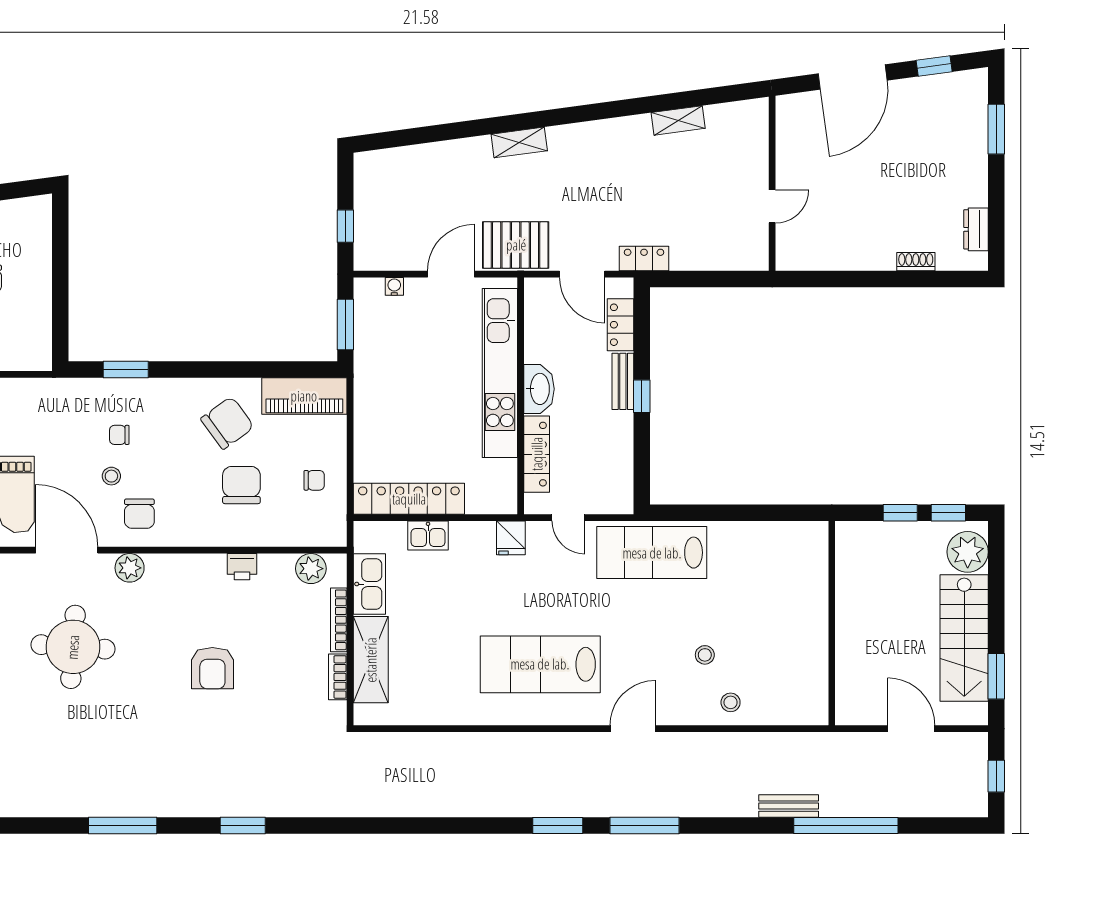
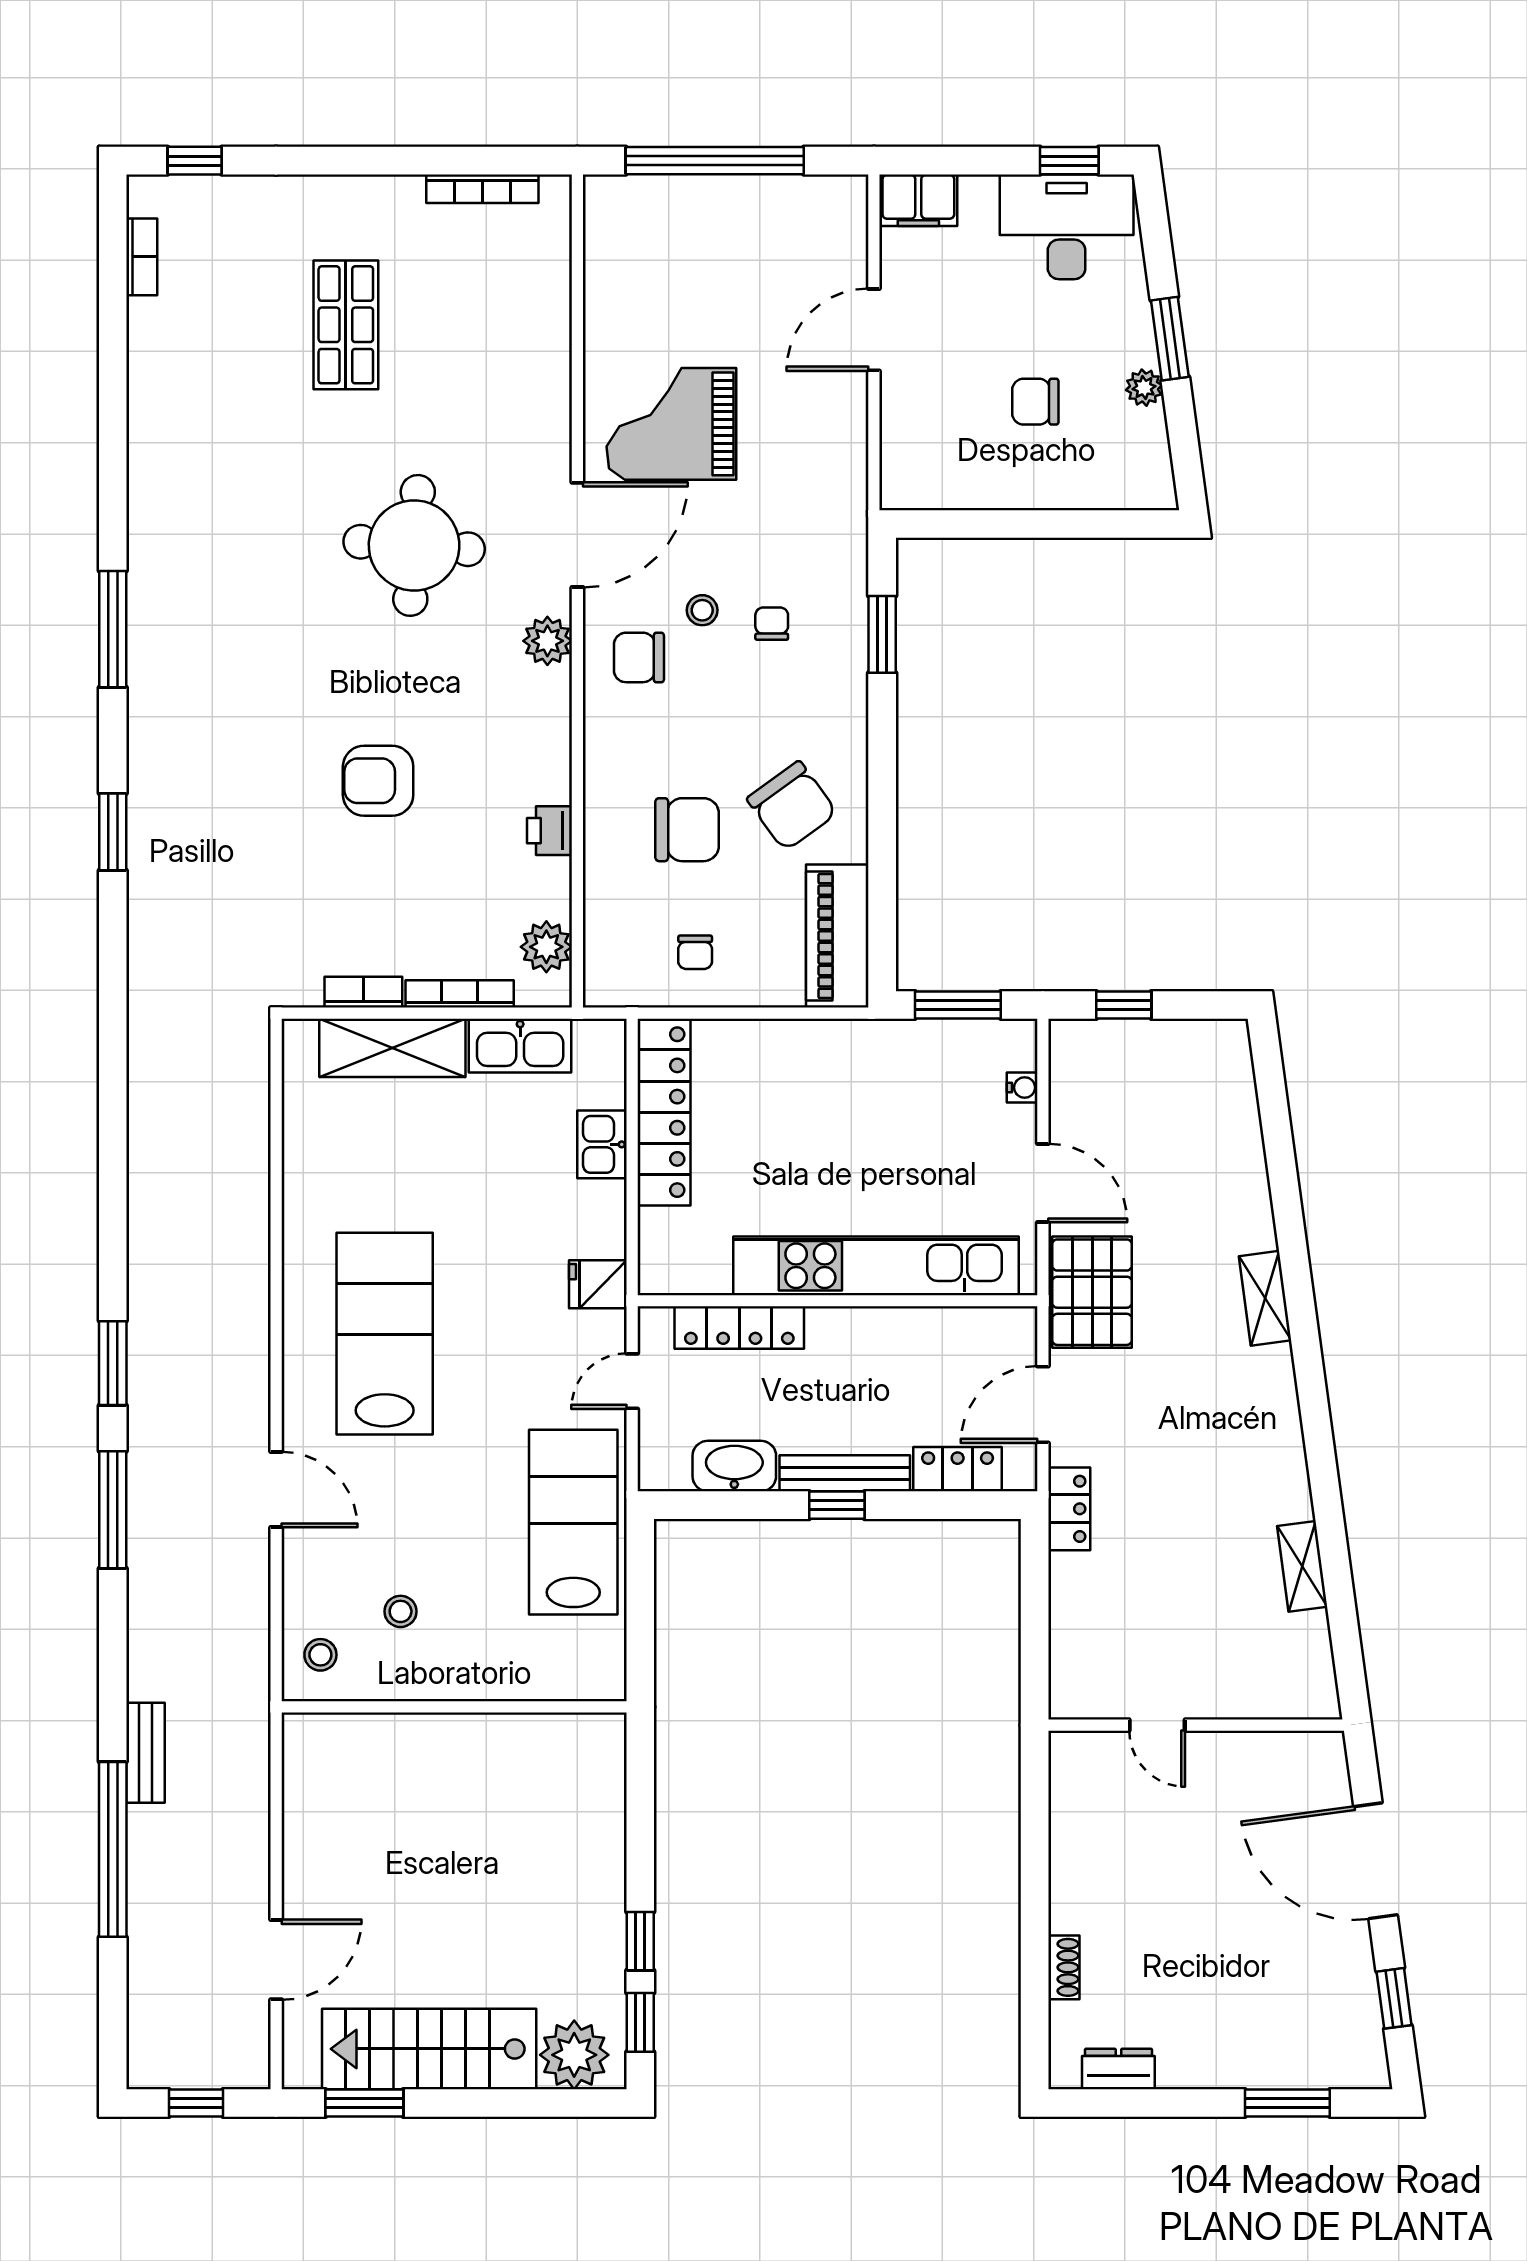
bench: (623, 381) -> (845, 1473), width x1.36
washbasin: (539, 389) -> (734, 1466), moved, turned 180
wall: (832, 623) -> (454, 1707), moved

